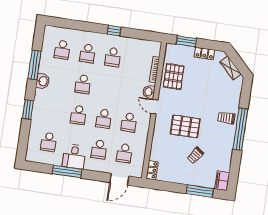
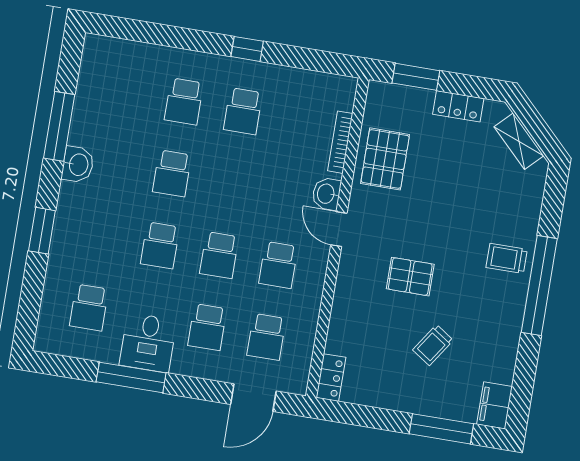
school desk: (62, 50) -> (125, 92), removed
pallet: (185, 126) -> (410, 277), width x0.67, depth x0.71

